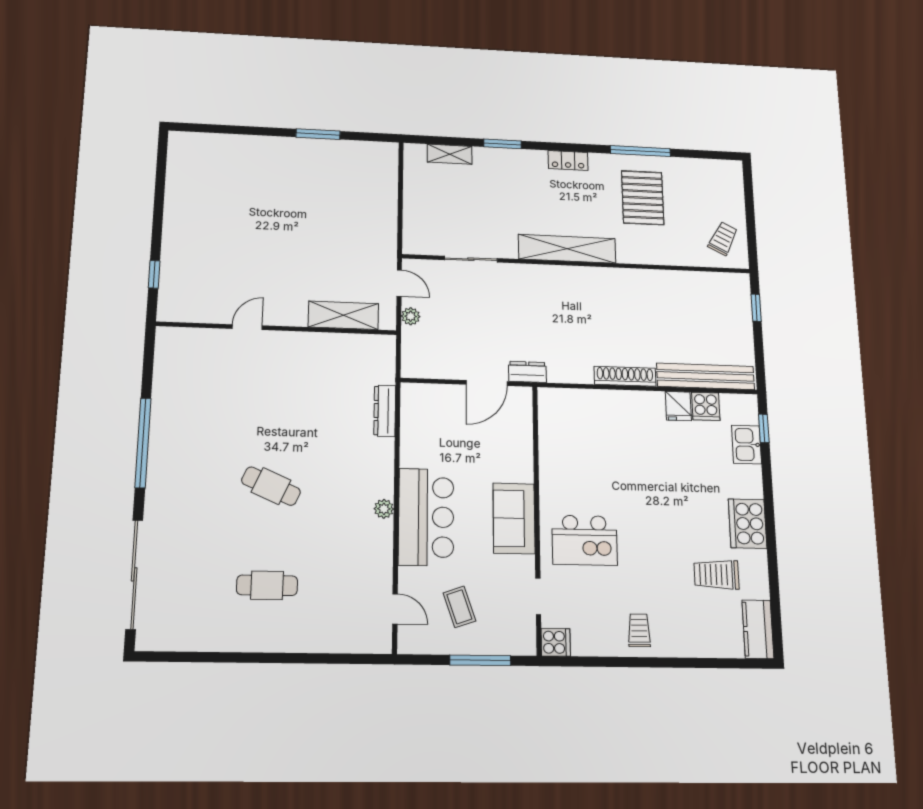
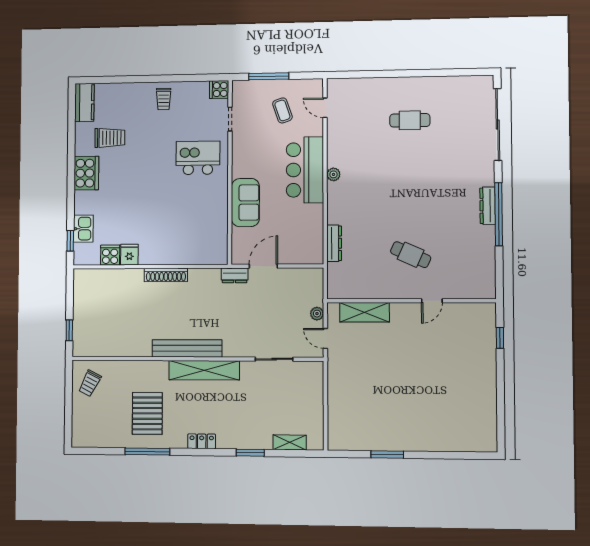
bench: (706, 376) -> (187, 348), moved
dresser: (158, 455) -> (488, 206), added
cafe table: (271, 486) -> (411, 255), moved
sofa: (514, 518) -> (245, 203), moved

